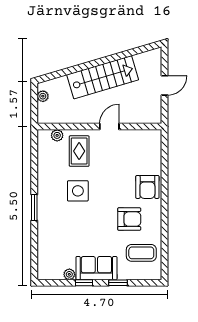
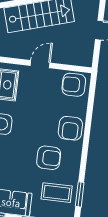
armchair: (146, 143) -> (74, 85), added
window: (165, 252) -> (80, 194), added

